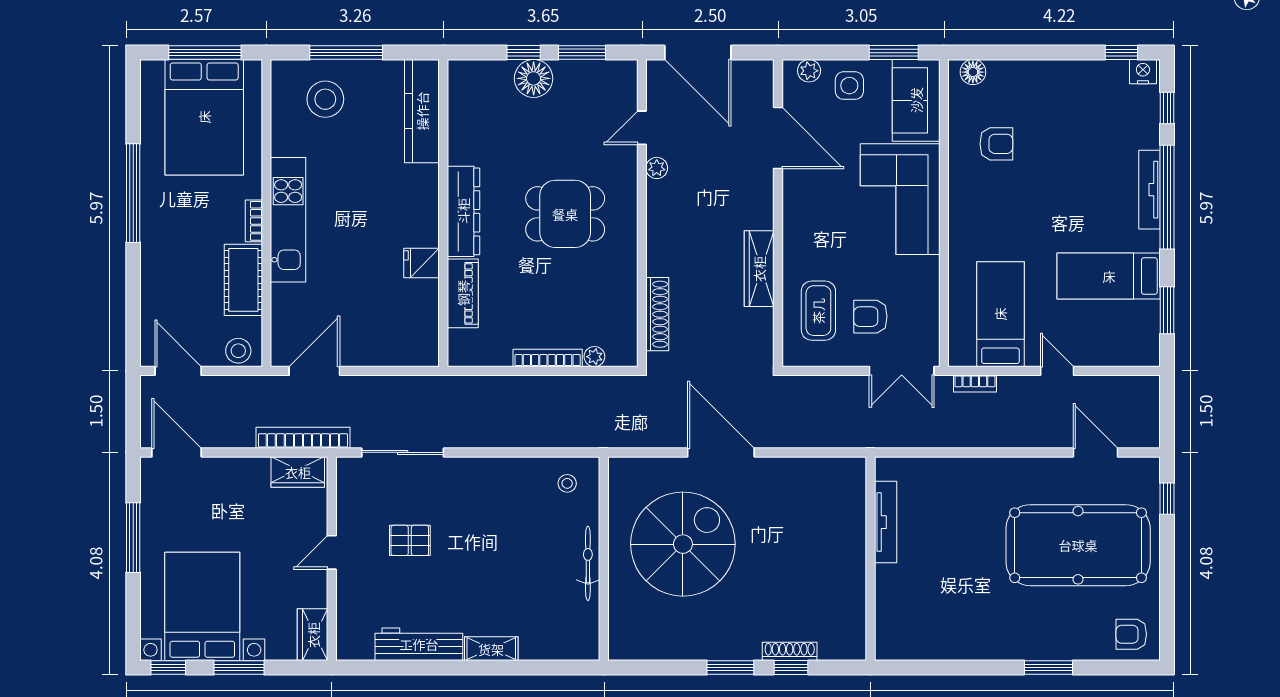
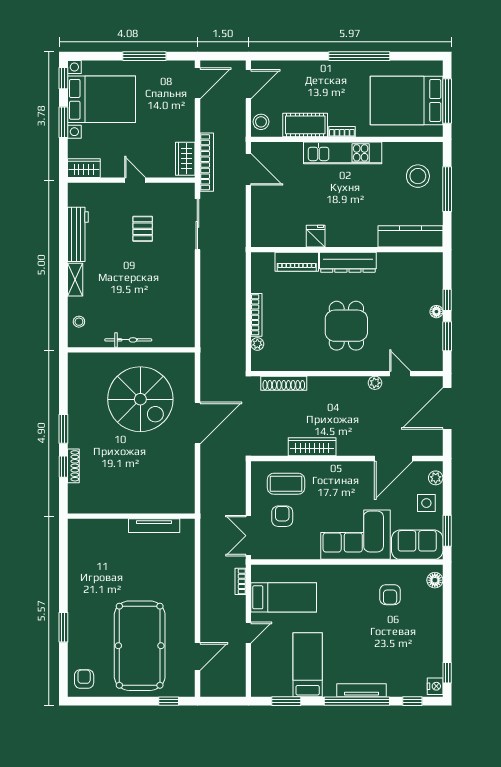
floor lamp: (534, 78) -> (436, 312), width x0.53, depth x0.53
stool: (567, 483) -> (79, 322), moved

